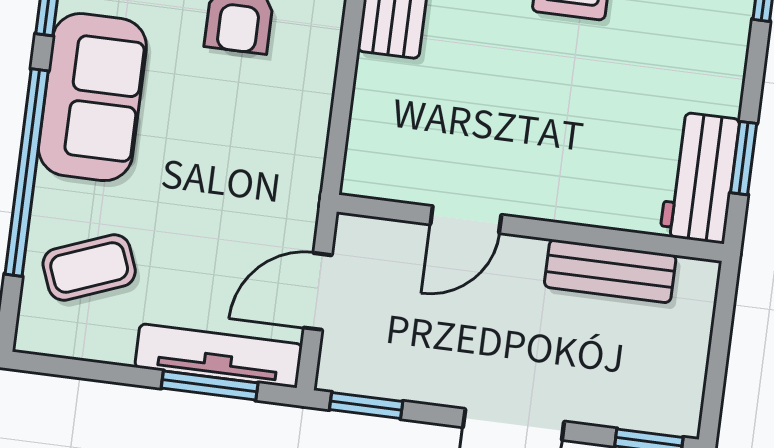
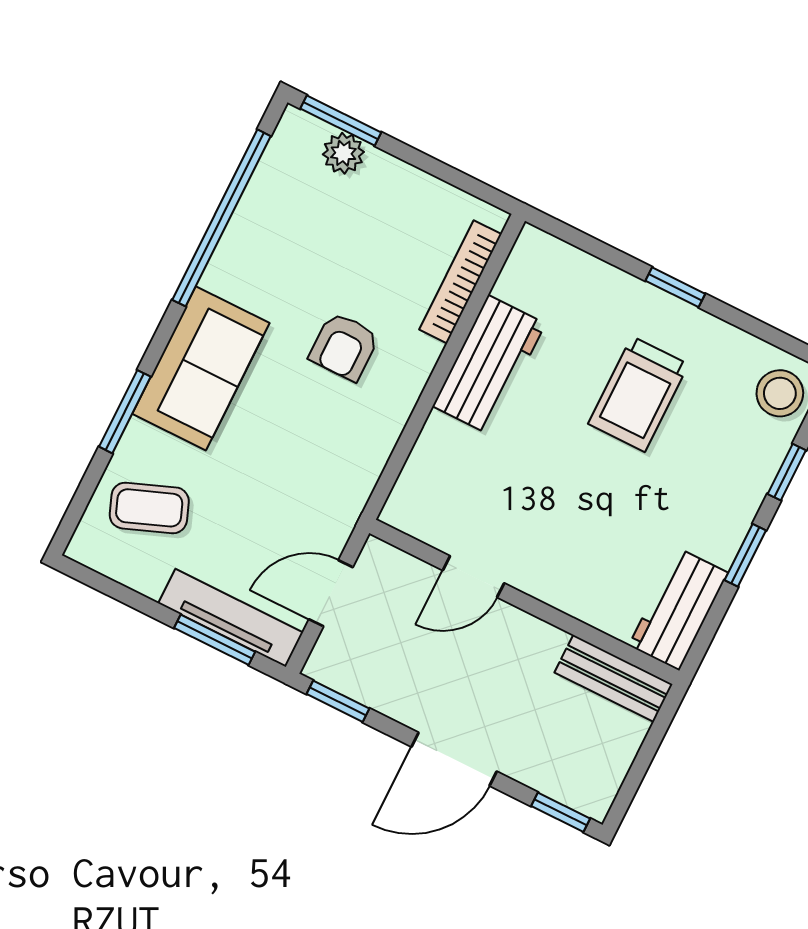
window: (744, 158) -> (745, 555), moved
window: (27, 173) -> (125, 412), width x0.47
bench: (610, 271) -> (614, 678), moved

